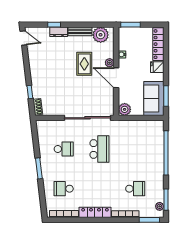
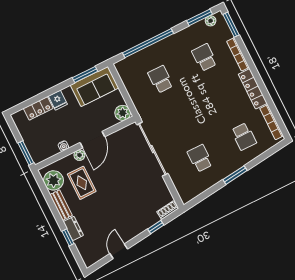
door: (23, 38) -> (119, 251), moved
locker: (158, 44) -> (38, 108), width x0.66
rug: (84, 64) -> (82, 183), moved, turned 90
school desk: (99, 149) -> (161, 79), moved, width x0.54

